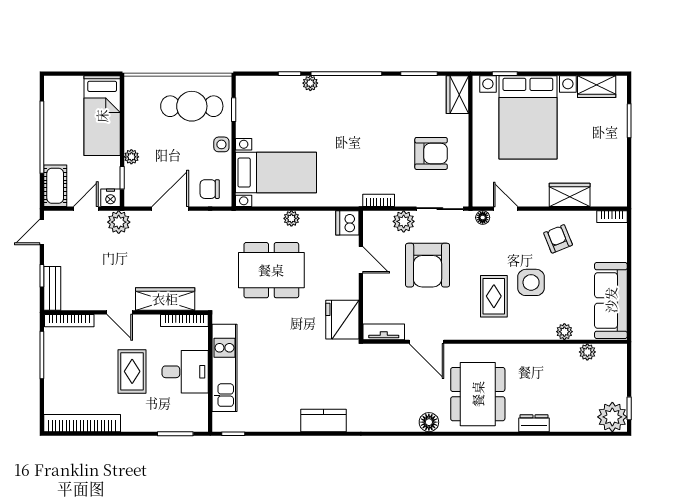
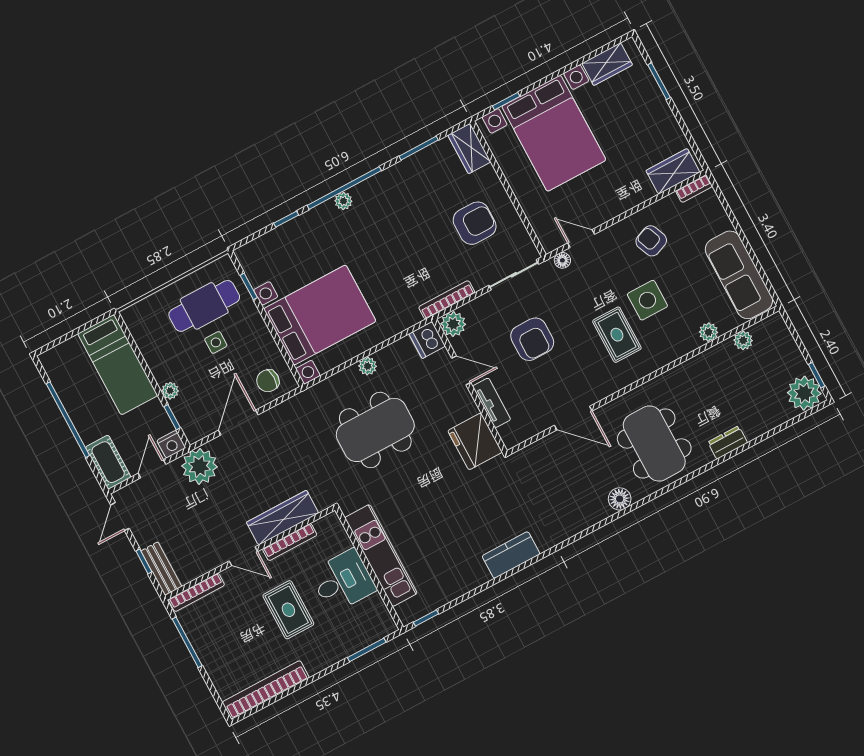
plant: (310, 83) -> (343, 201), moved
side table: (221, 144) -> (216, 342), moved
bed with nightstands: (276, 173) -> (320, 315), width x1.36
wardrobe: (570, 195) -> (673, 171), moved
bookcase: (379, 200) -> (447, 300), width x1.56
plant: (404, 221) -> (453, 324), moved
plant: (119, 222) -> (200, 466), width x1.36, depth x1.36
armchair: (428, 265) -> (532, 339), width x0.73, depth x0.73
bookcase: (184, 320) -> (290, 542), moved
tv unit: (384, 332) -> (492, 403), moved, turned 90

